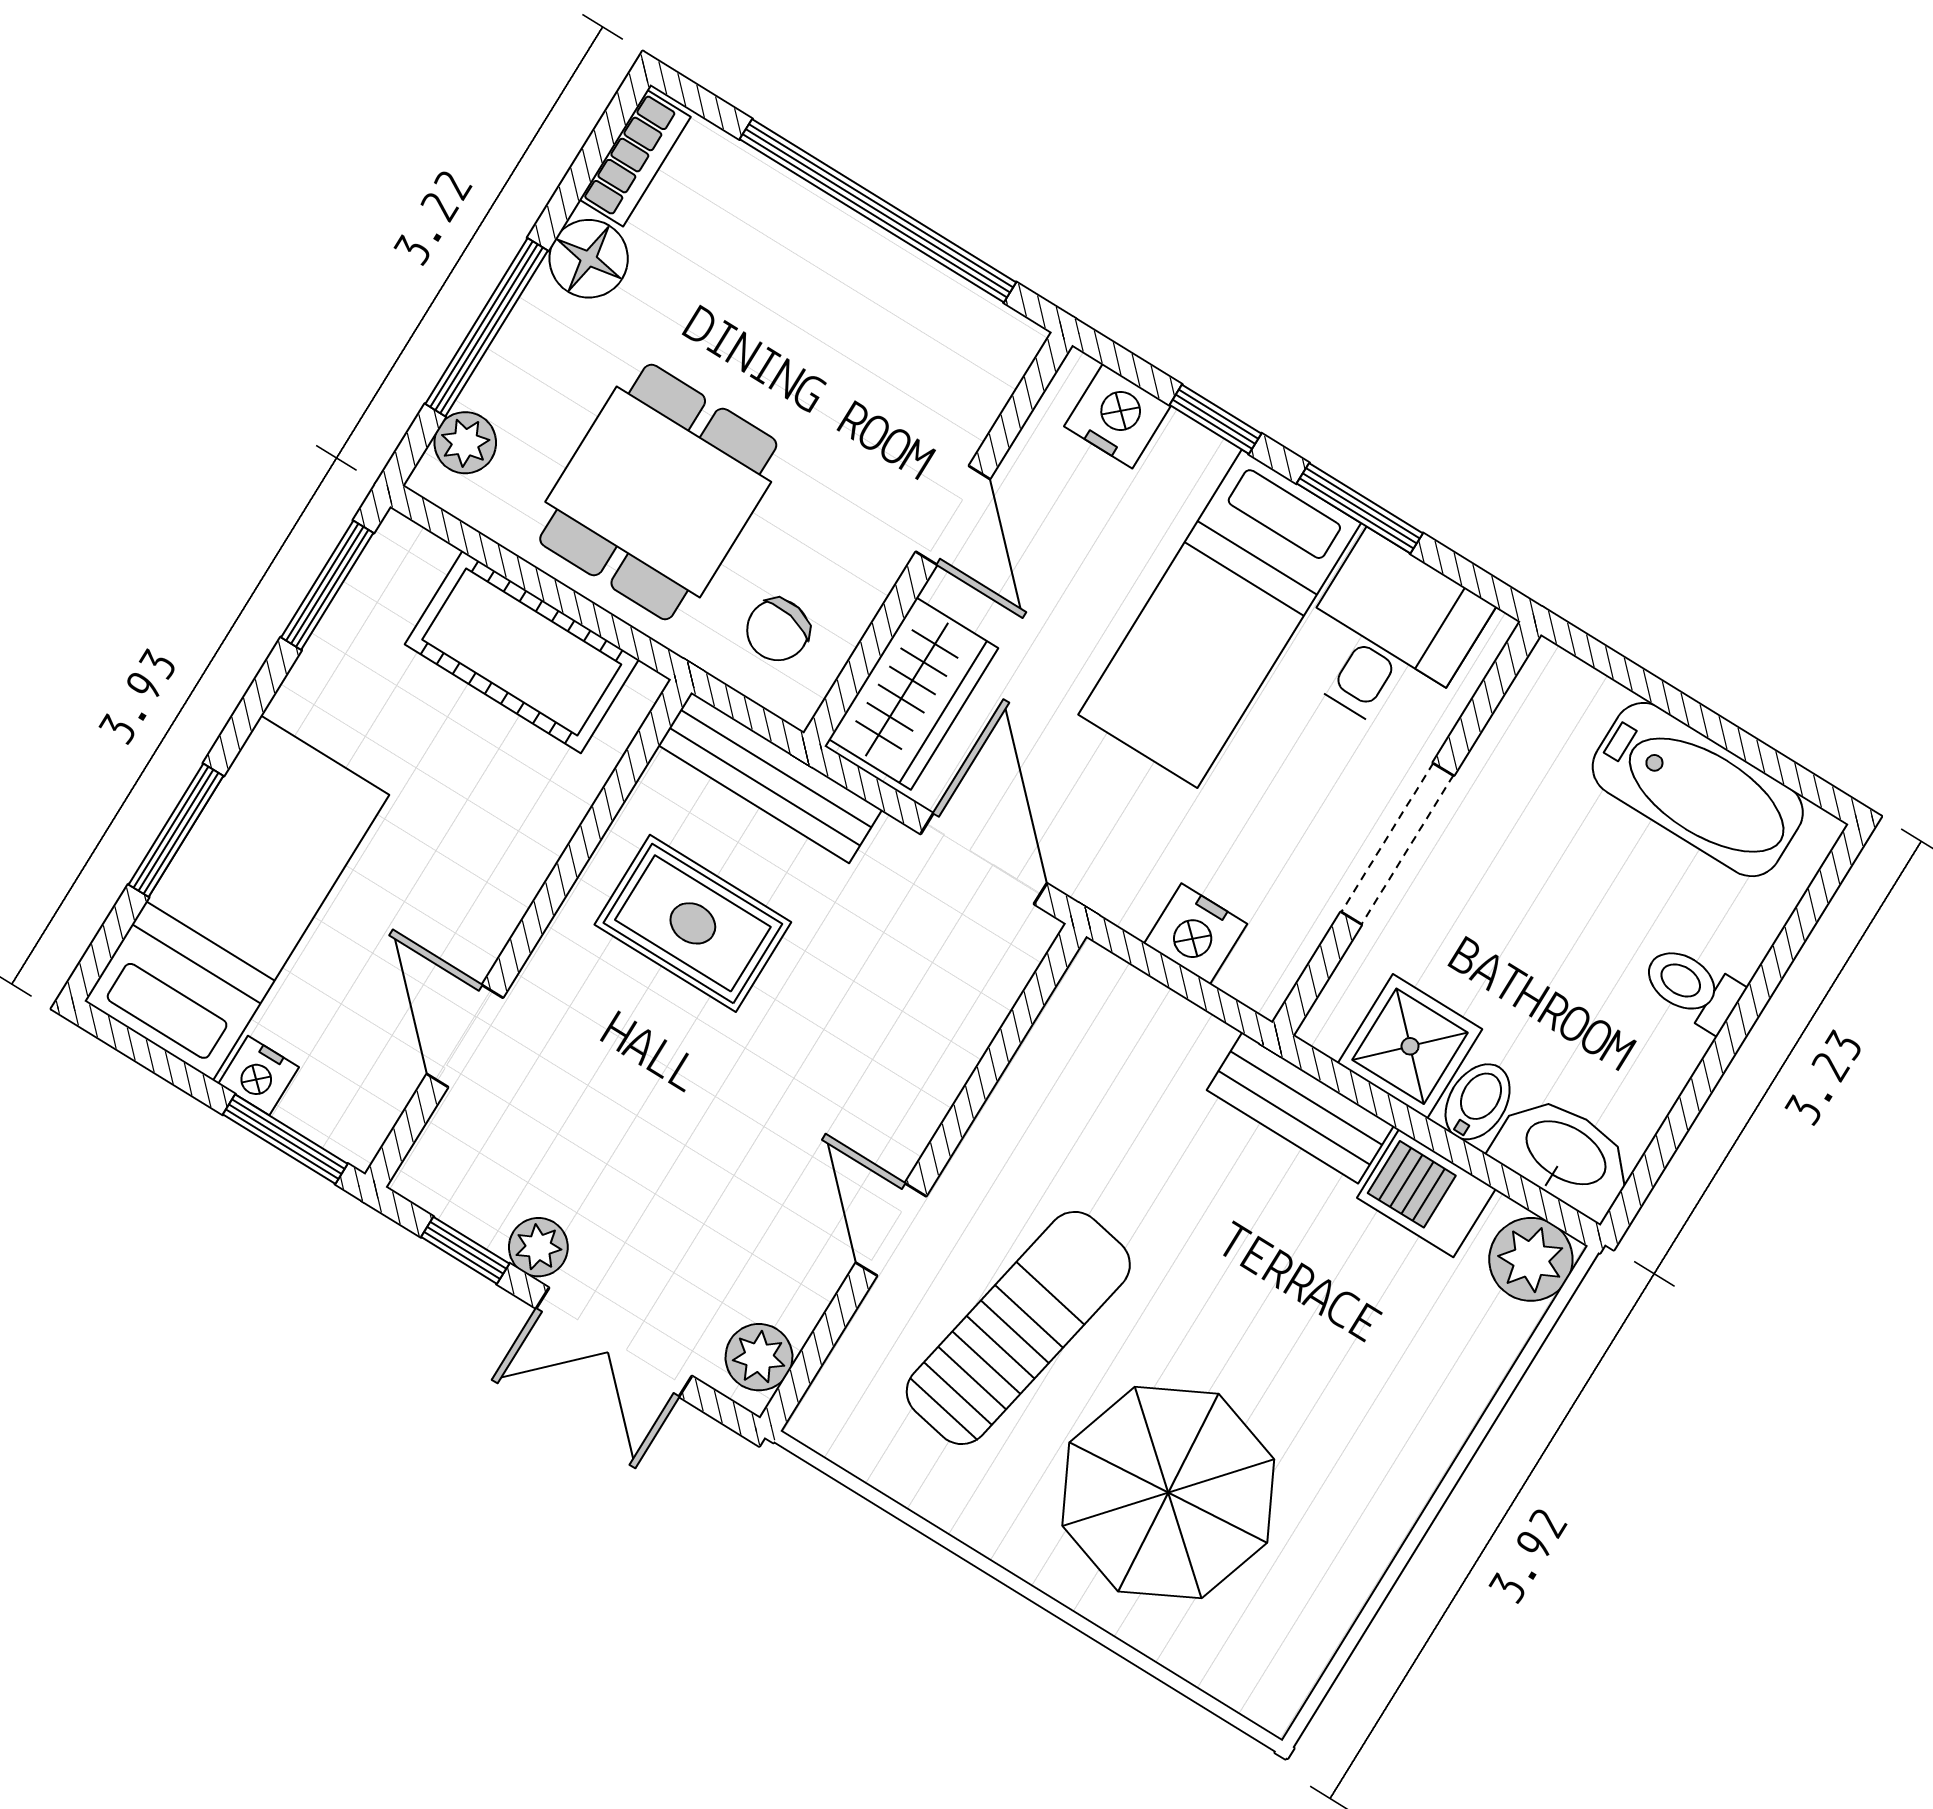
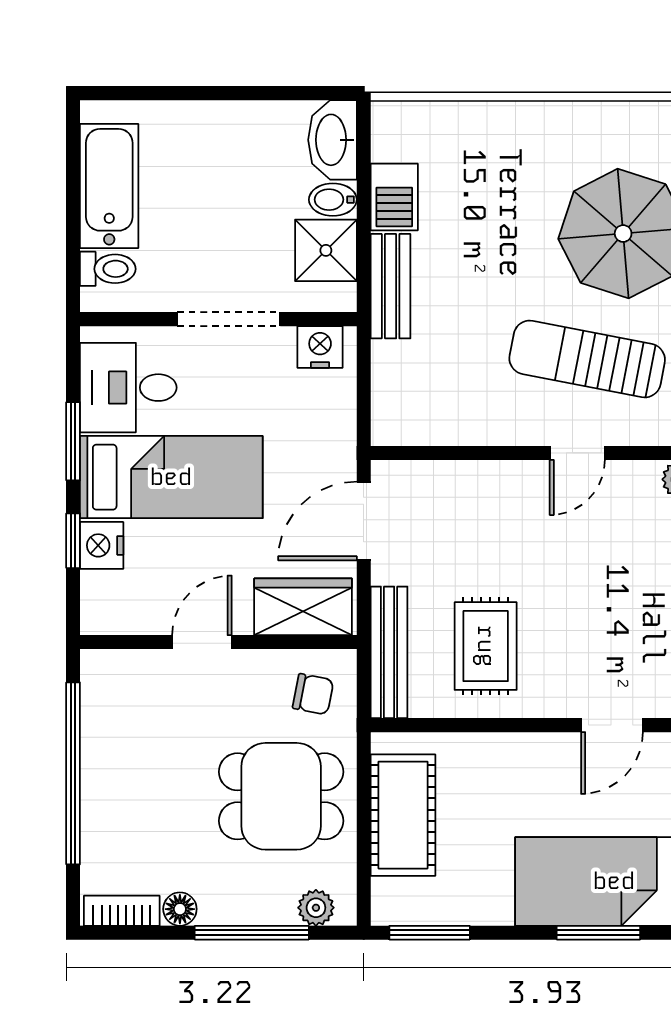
floor lamp: (589, 259) -> (180, 909), width x0.73, depth x0.73
nightstand: (1118, 416) -> (102, 545), moved
nightstand: (1196, 934) -> (320, 347), moved, turned -90
toilet: (1692, 987) -> (108, 269), moved, turned -90
plant: (1531, 1259) -> (395, 124), removed

